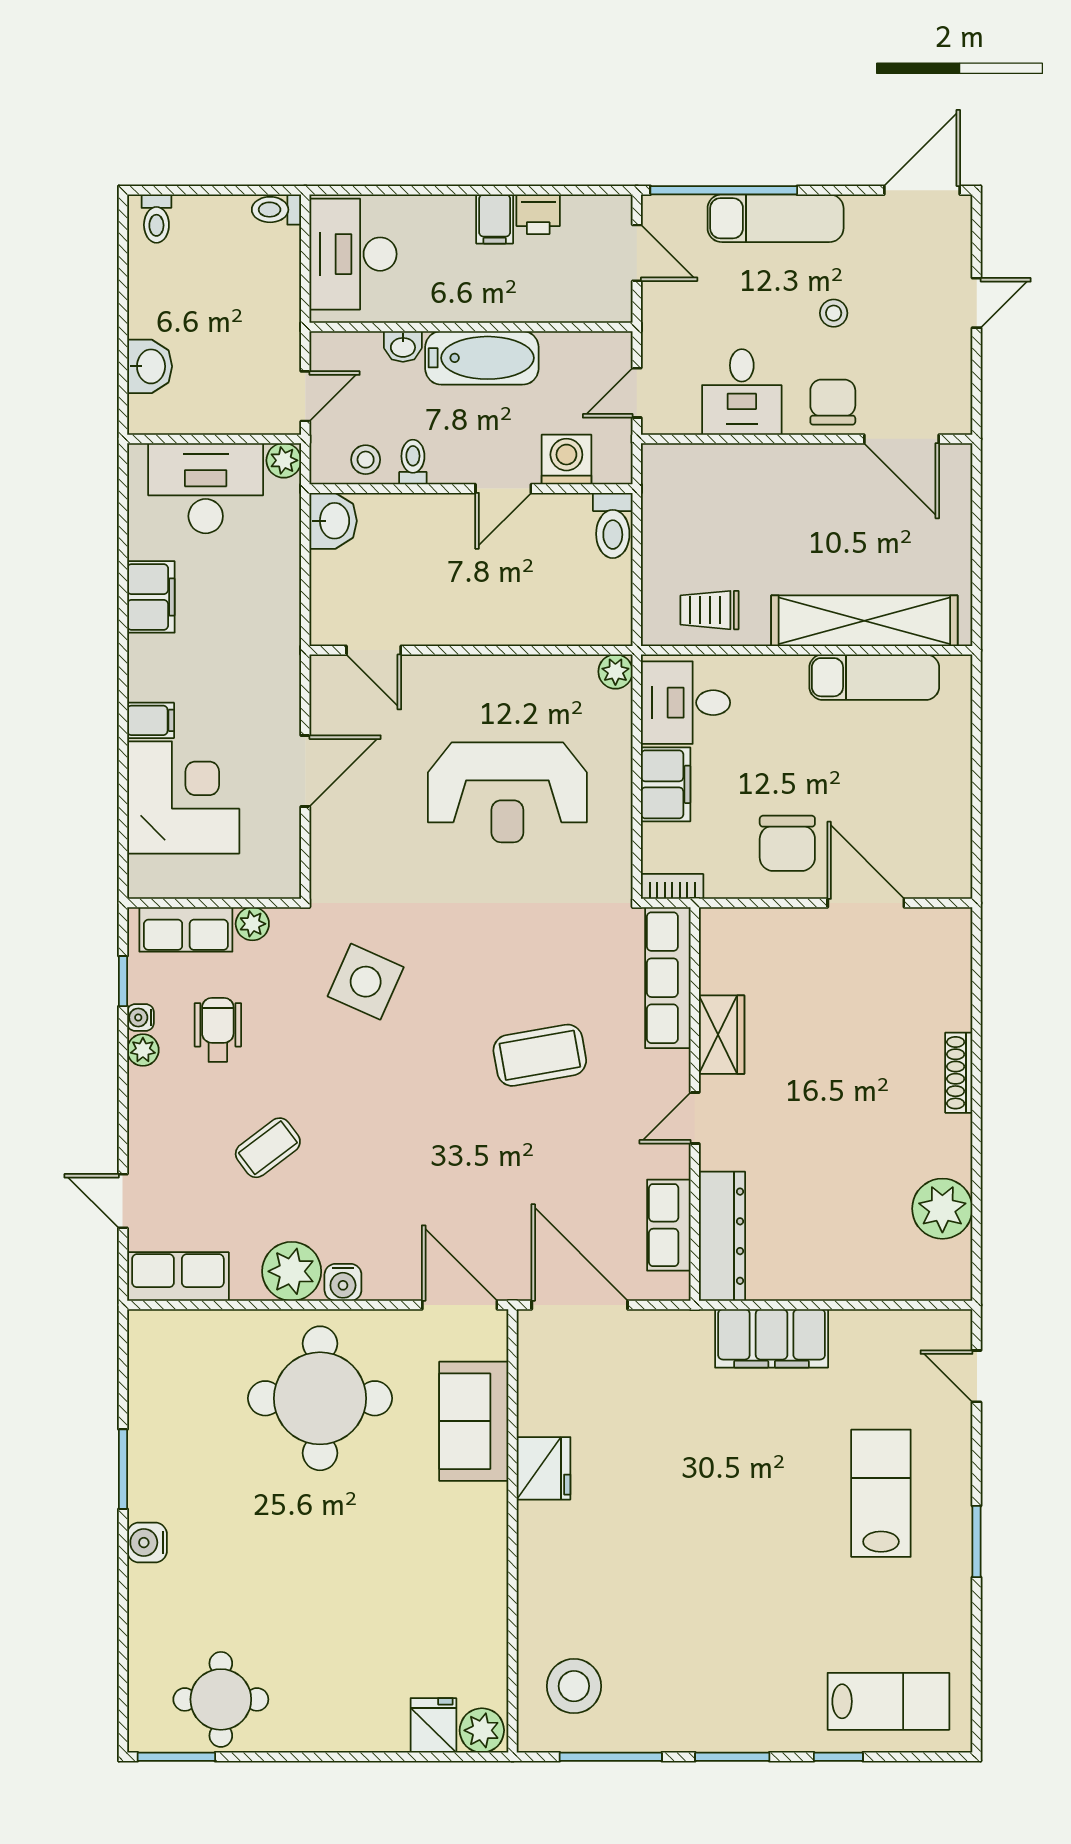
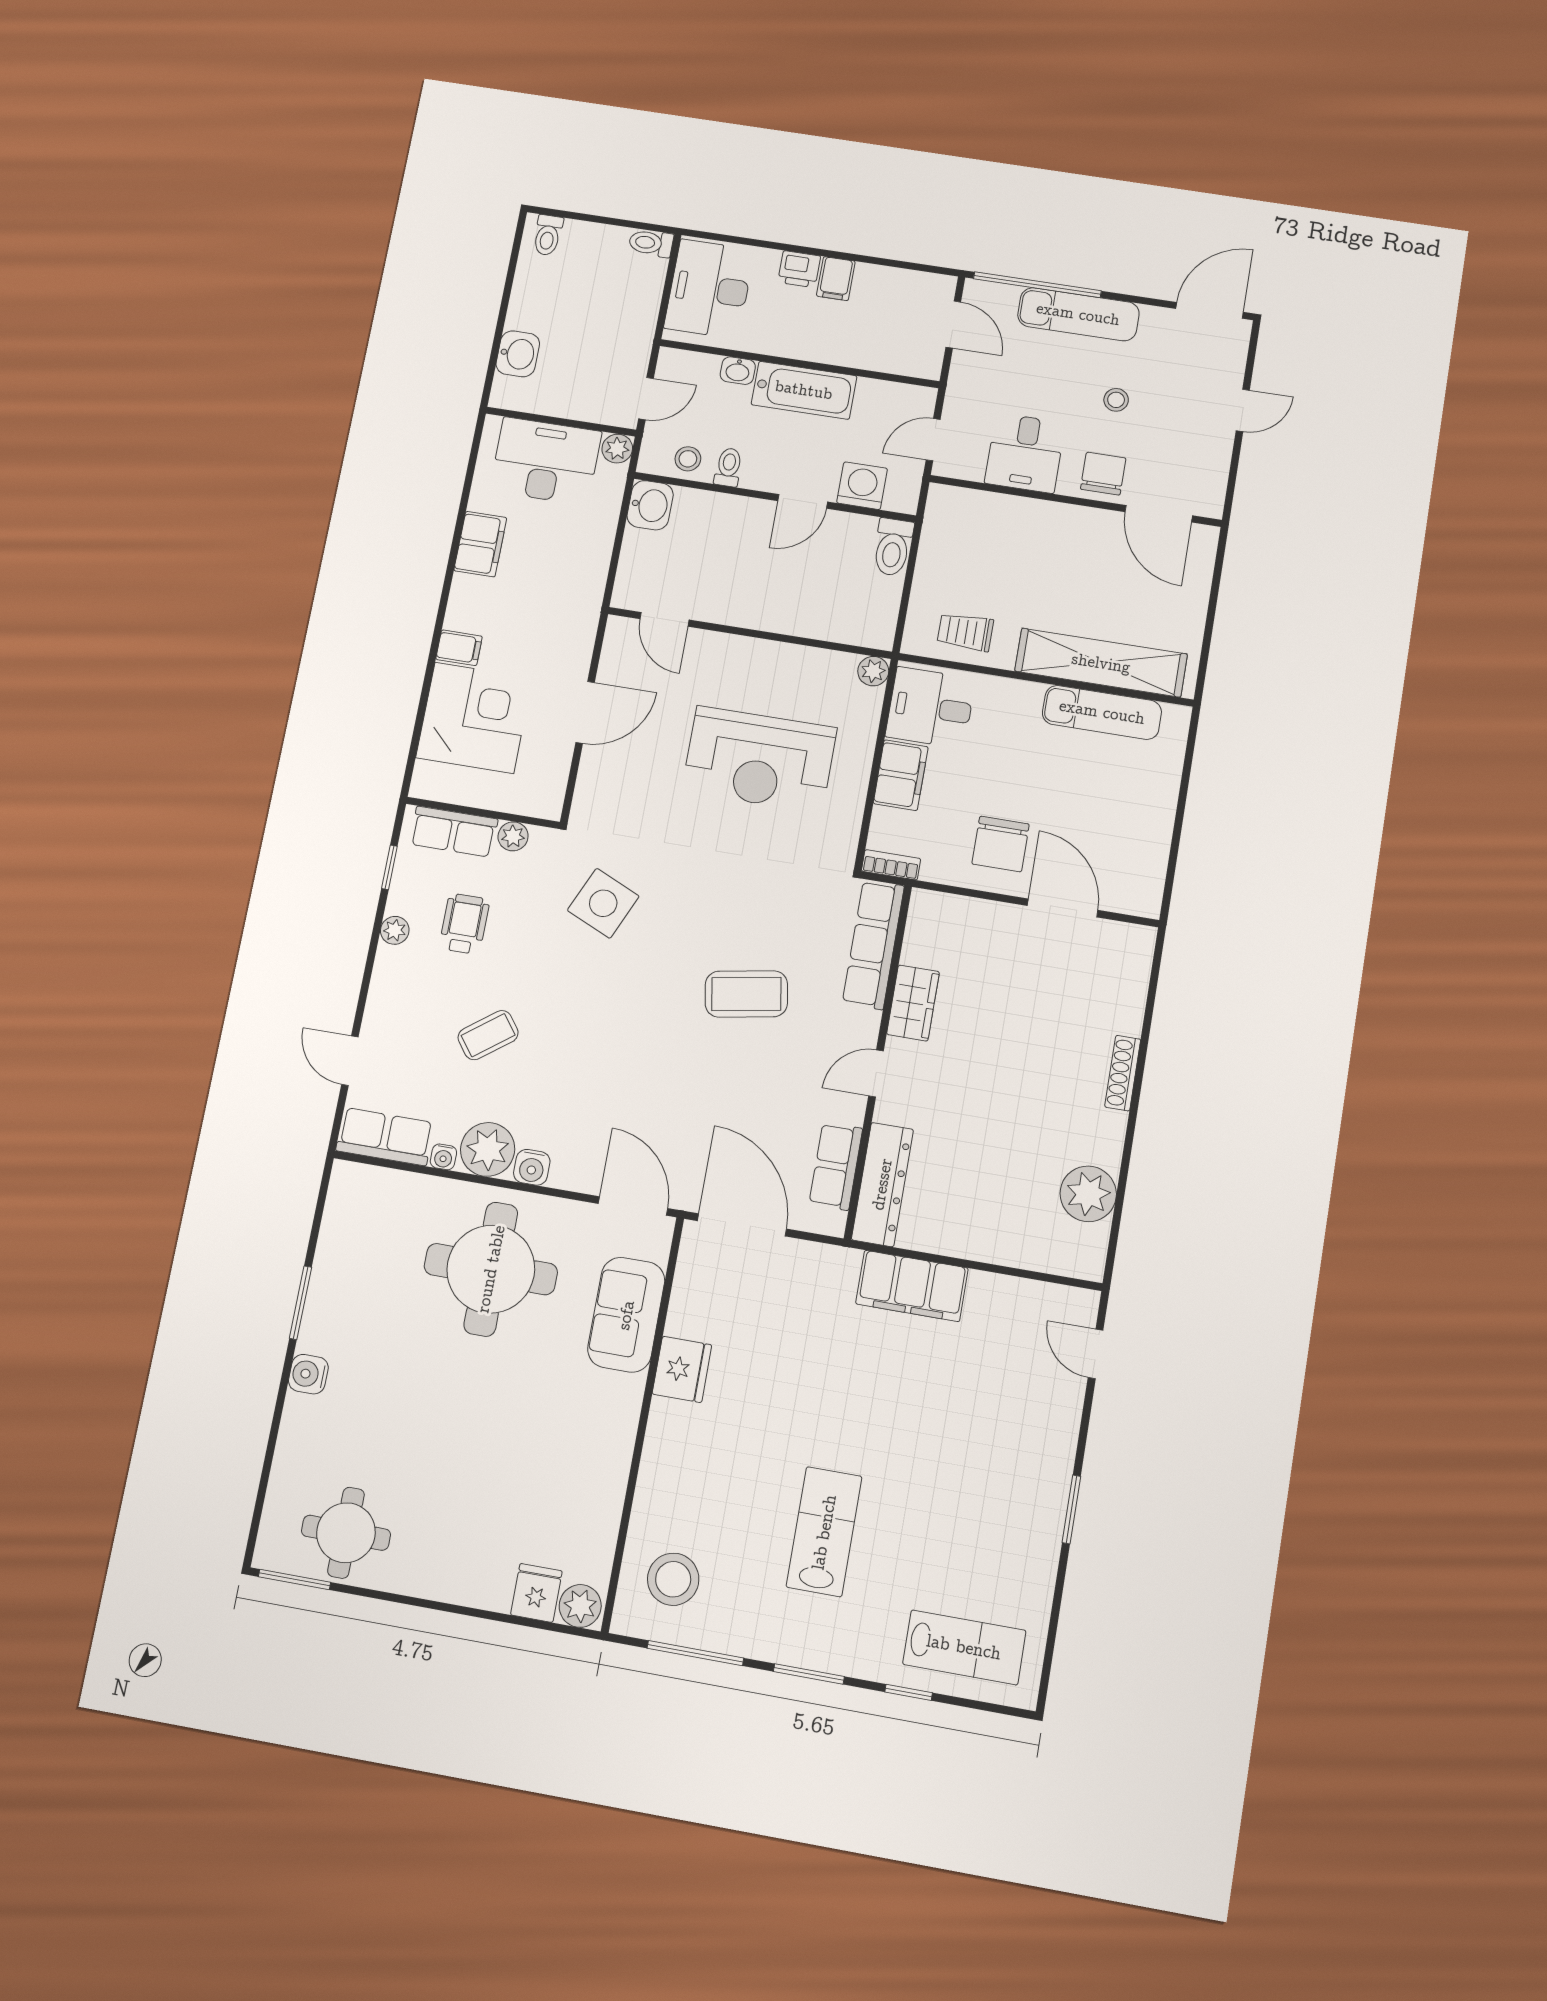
printer: (538, 214) -> (799, 269), moved
water cooler: (140, 1018) -> (443, 1157), moved, turned -90
lab bench: (881, 1493) -> (824, 1532), moved

